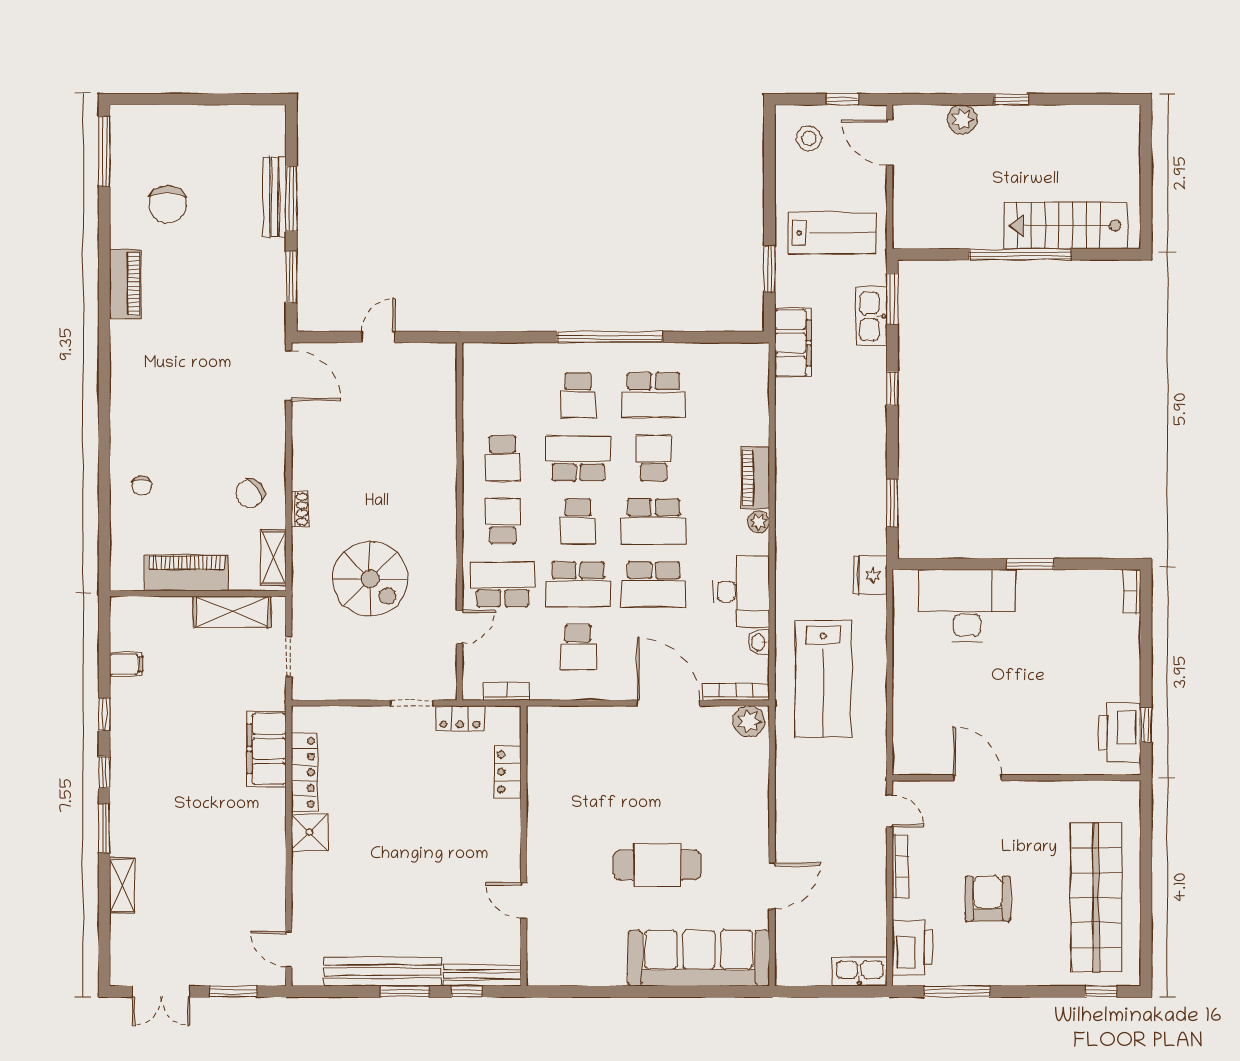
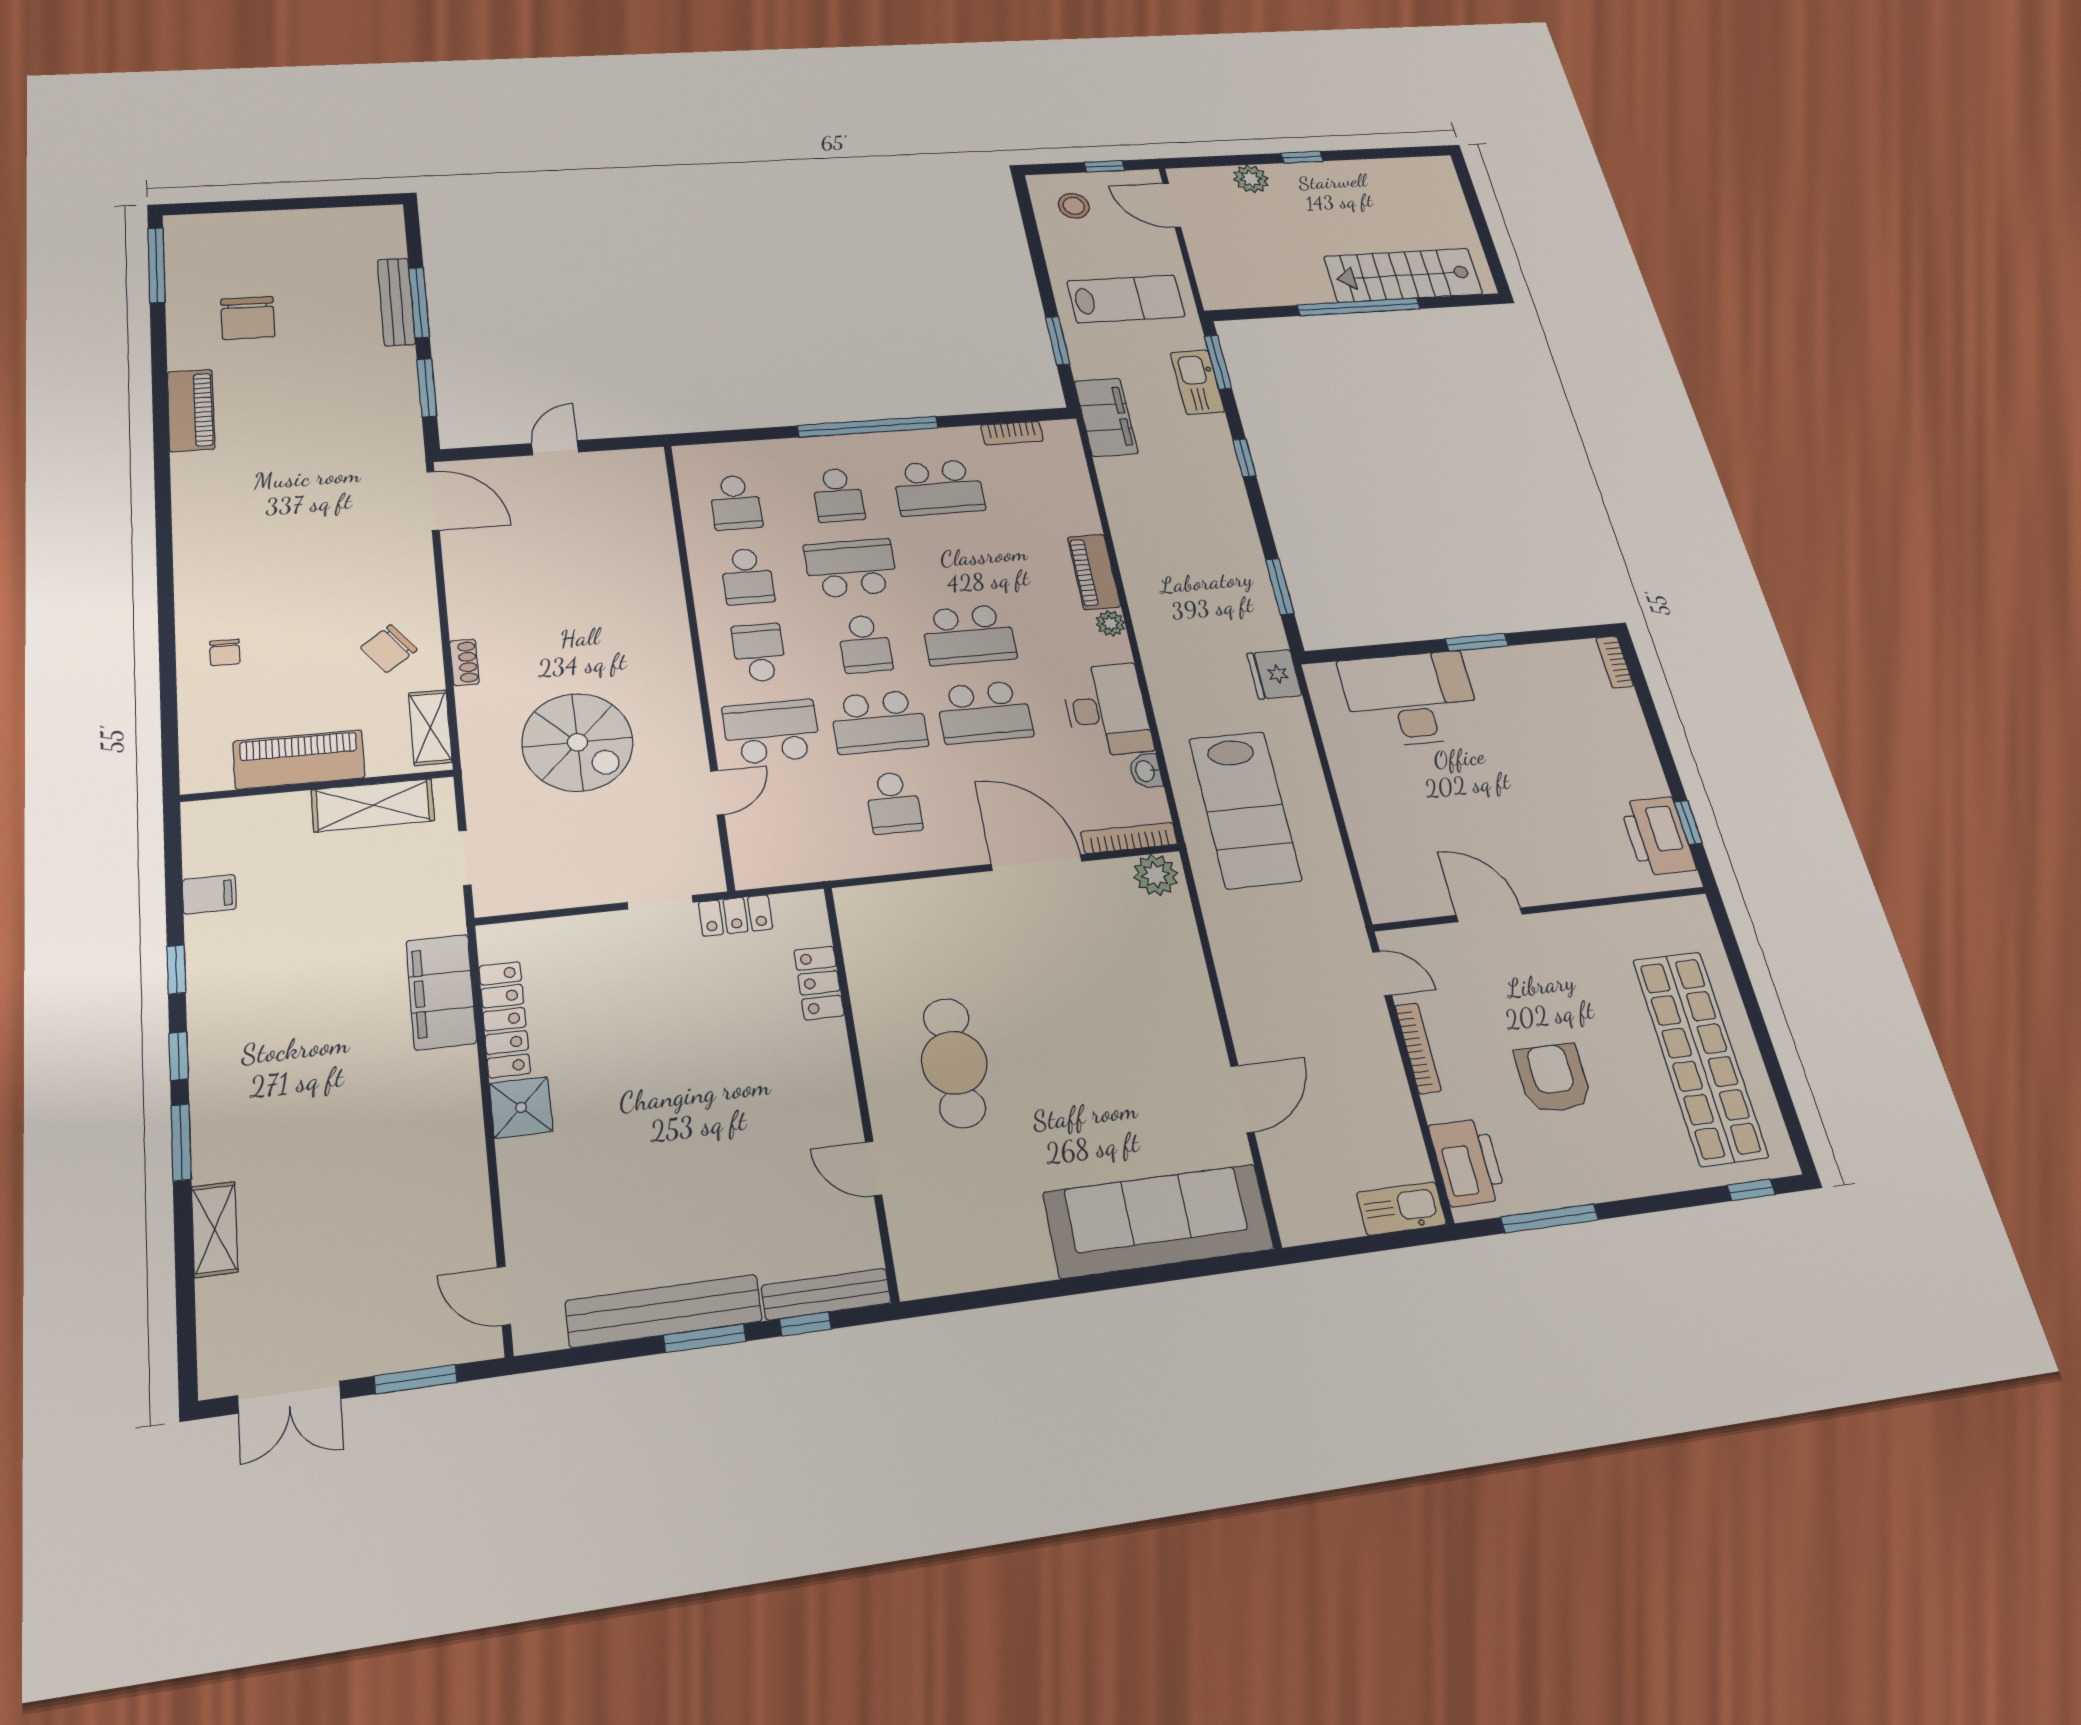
school desk: (654, 458) -> (736, 502), moved, turned 180
bookcase: (507, 691) -> (1012, 433), moved, turned 180
cafe table: (657, 865) -> (954, 1063), moved, turned 90

